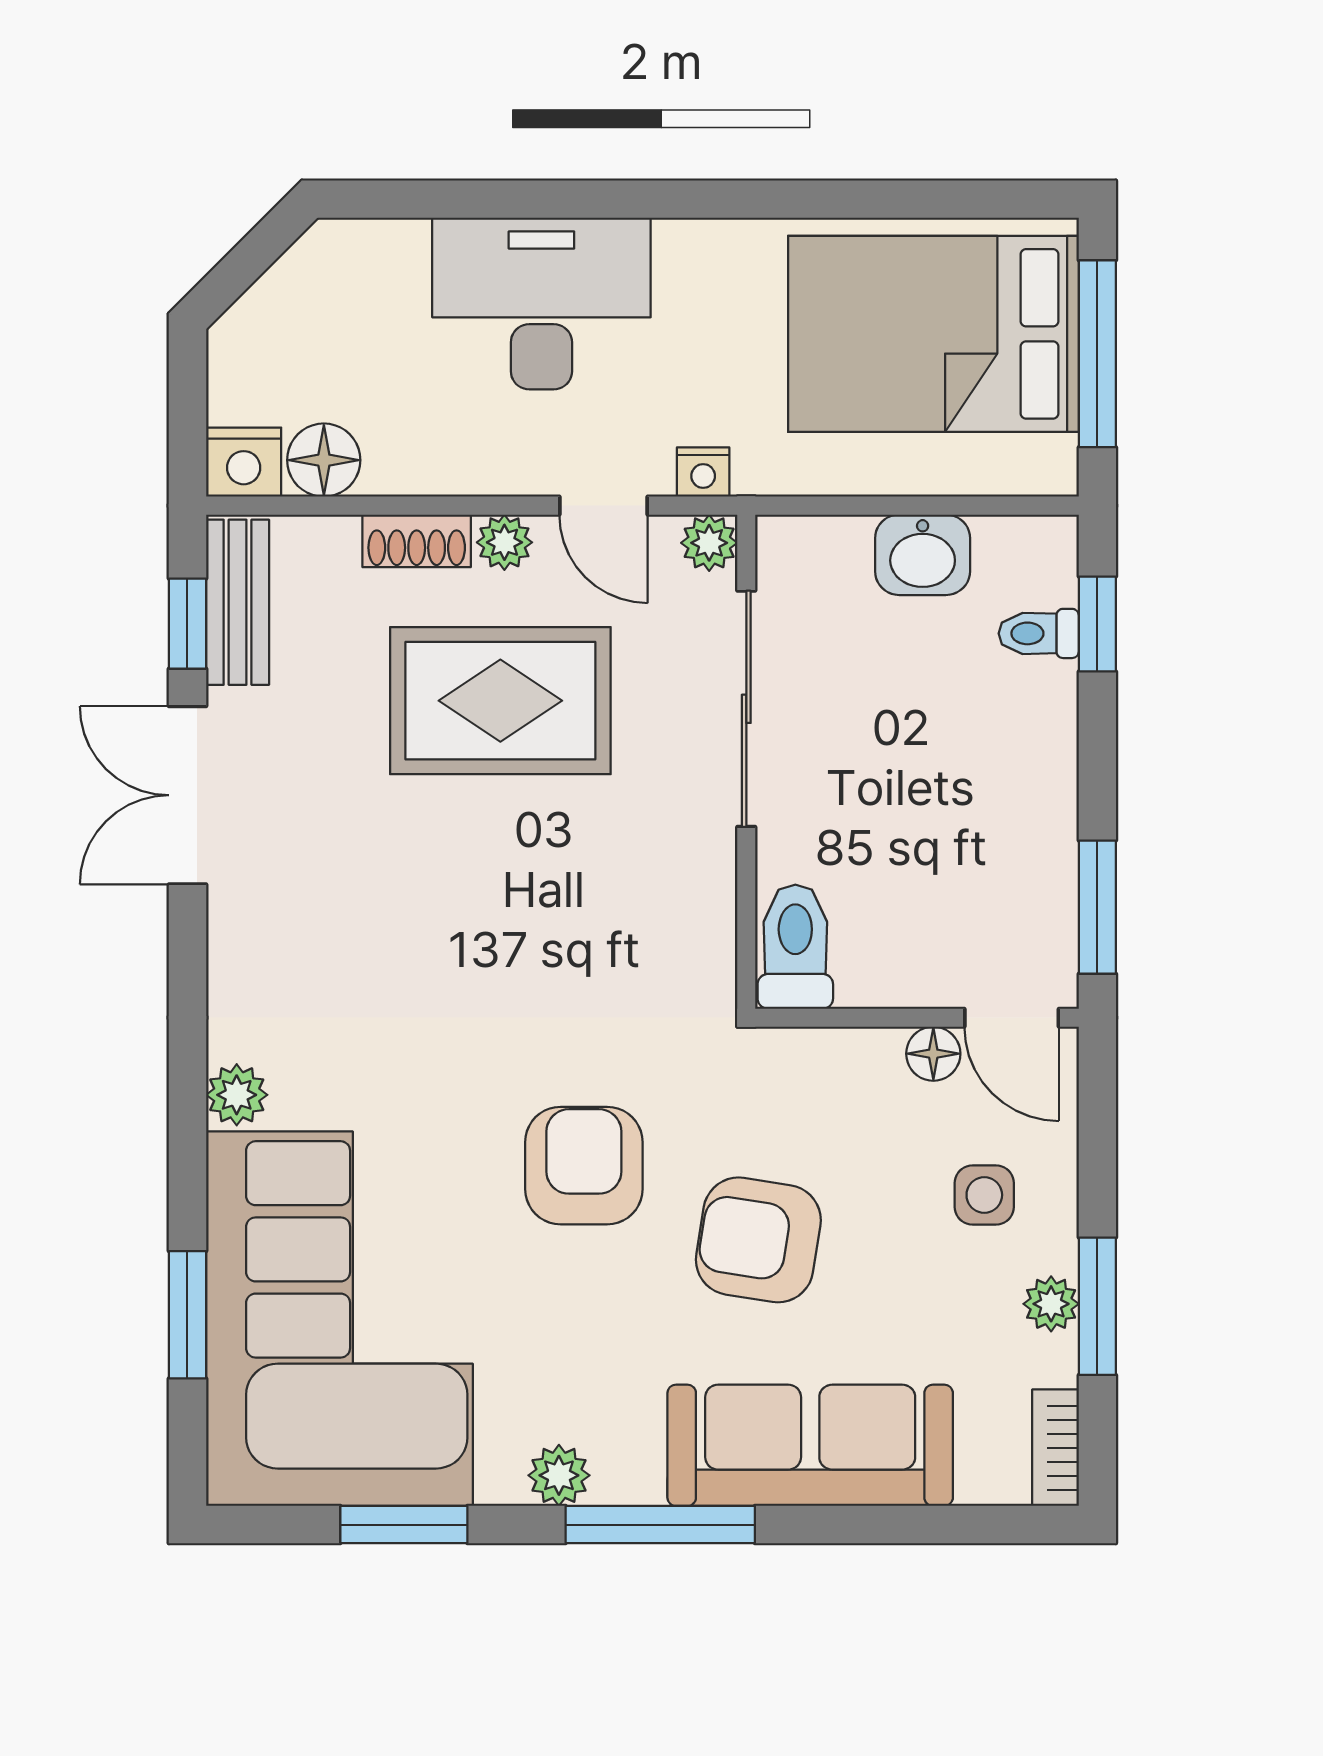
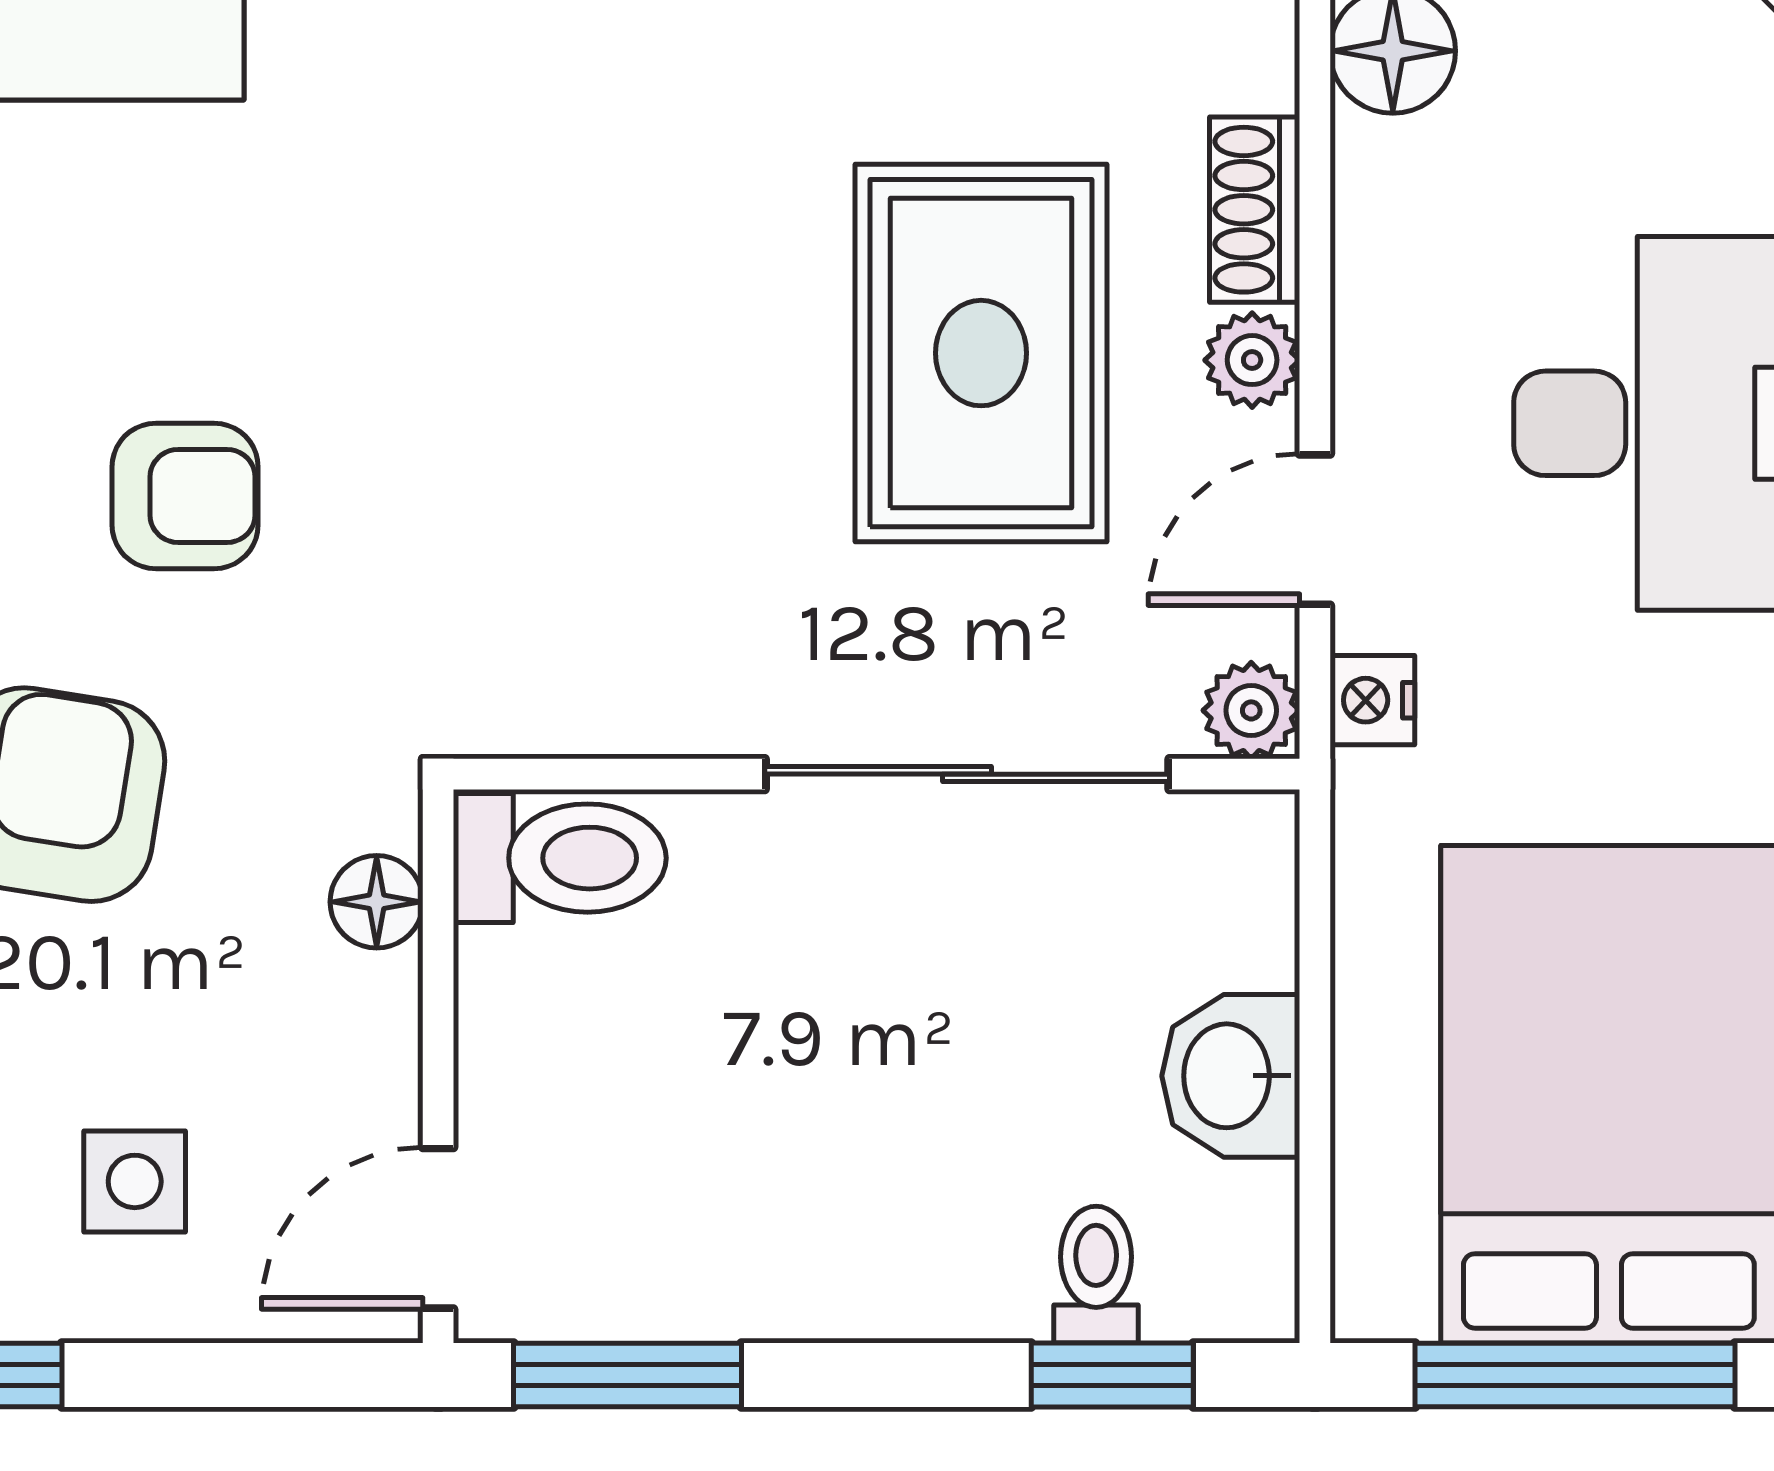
floor lamp: (933, 1054) -> (377, 902), moved
armchair: (584, 1166) -> (185, 496), width x0.72, depth x0.72

